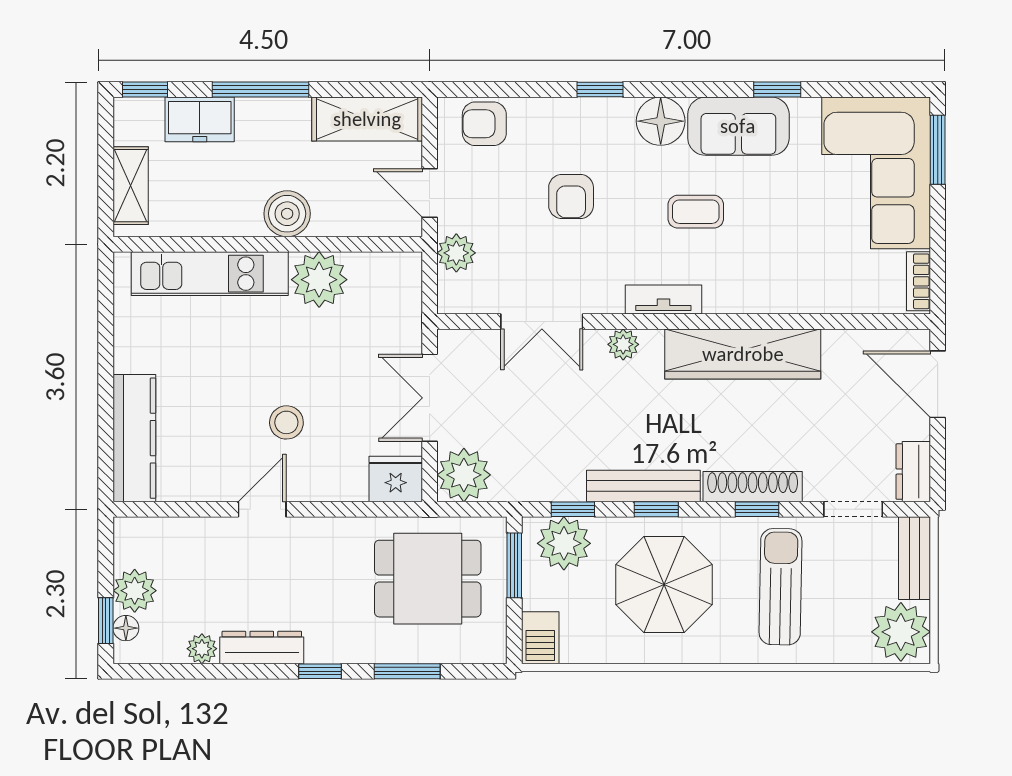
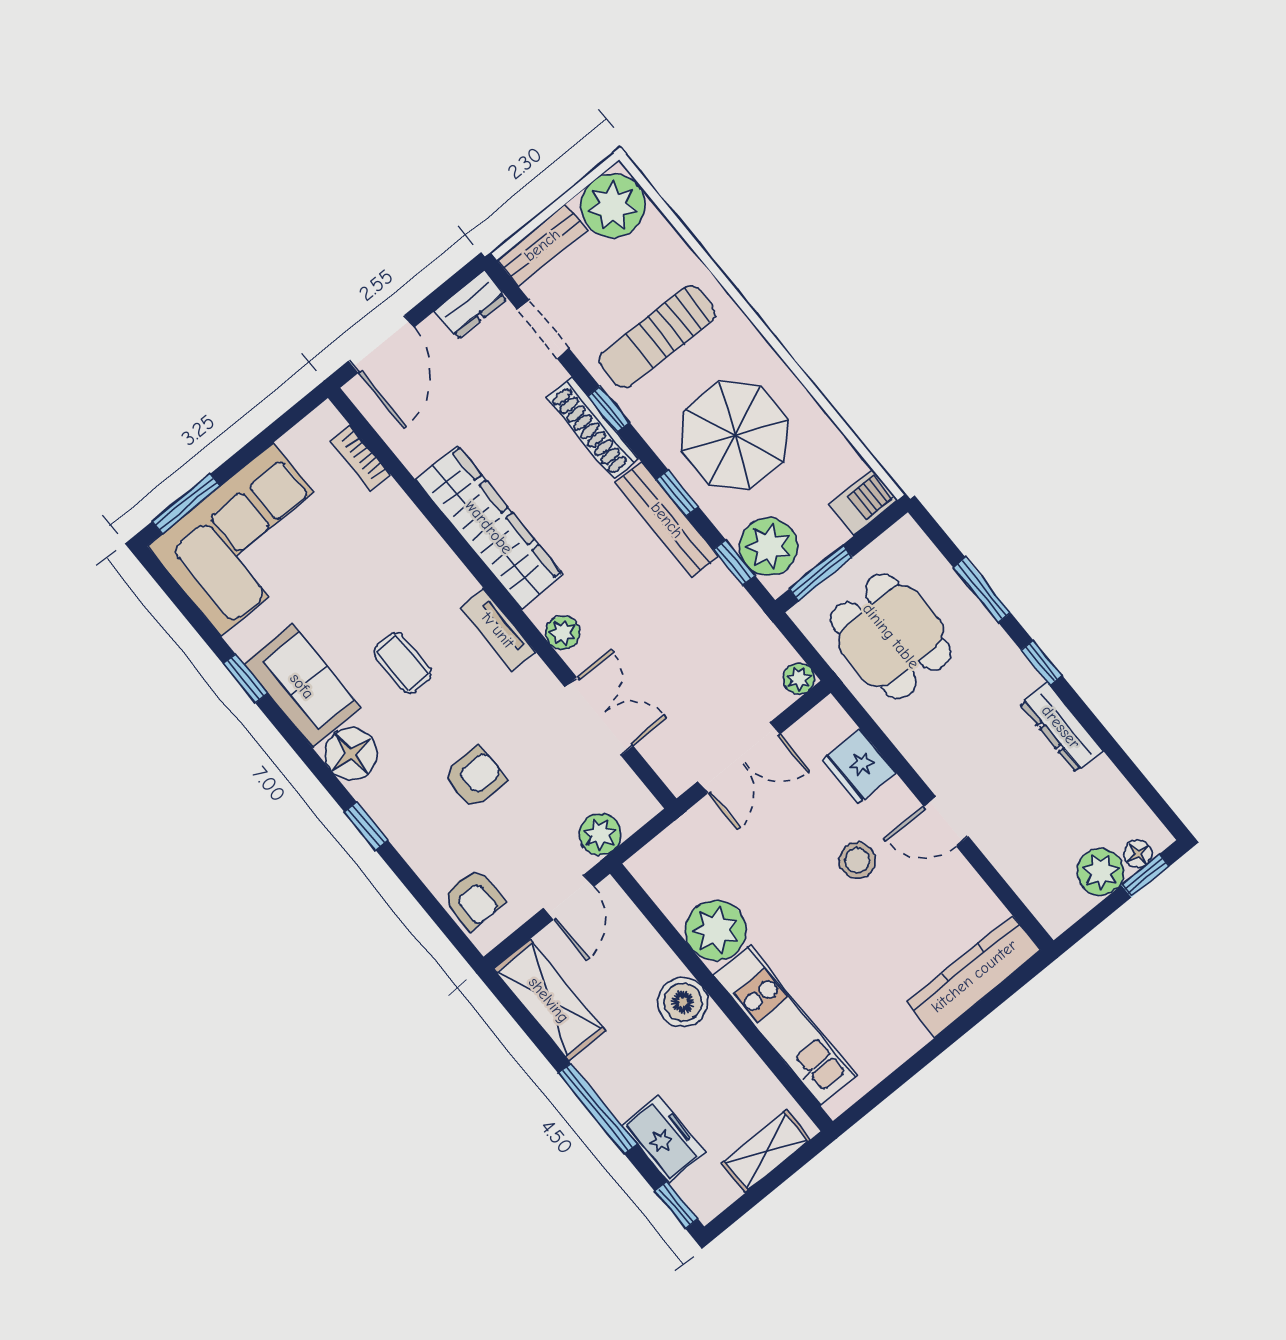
bookcase: (918, 281) -> (360, 458), moved, turned 90
plant: (464, 475) -> (799, 679), width x0.53, depth x0.53
fridge: (396, 479) -> (859, 766), moved
plant: (202, 649) -> (1103, 776), removed

